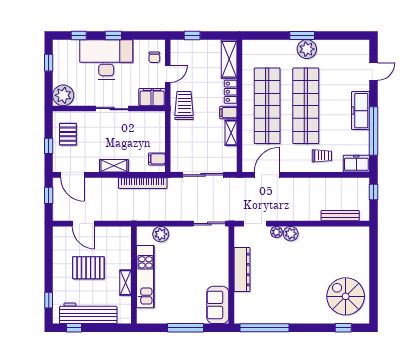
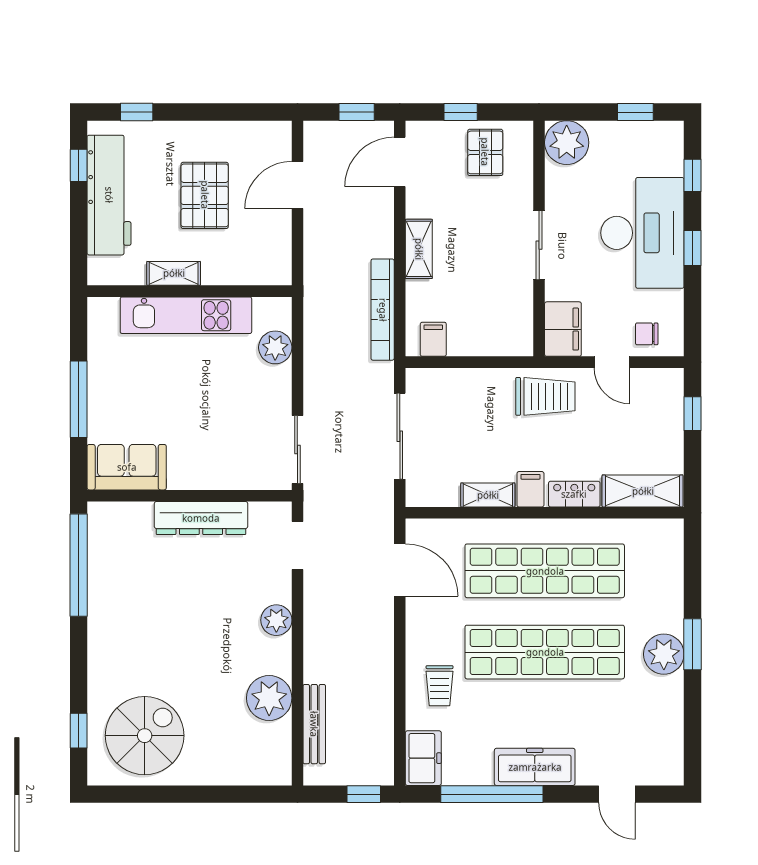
pallet: (68, 134) -> (485, 152), turned 90
plant: (276, 232) -> (269, 698), moved, width x1.88, depth x1.88

